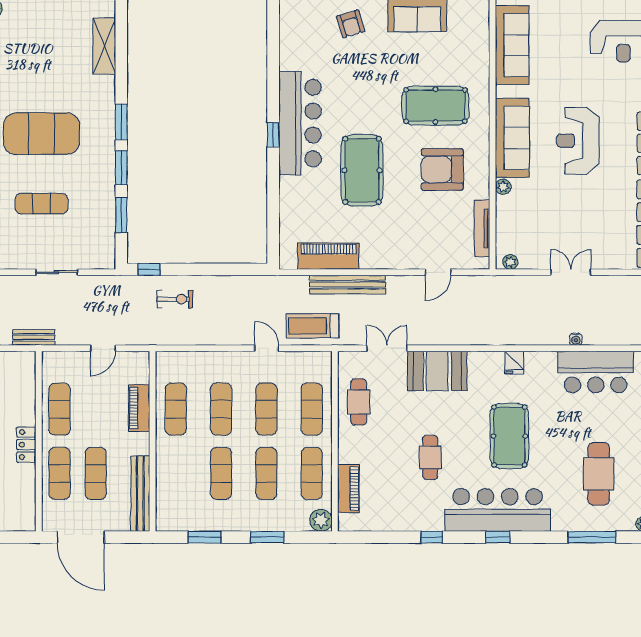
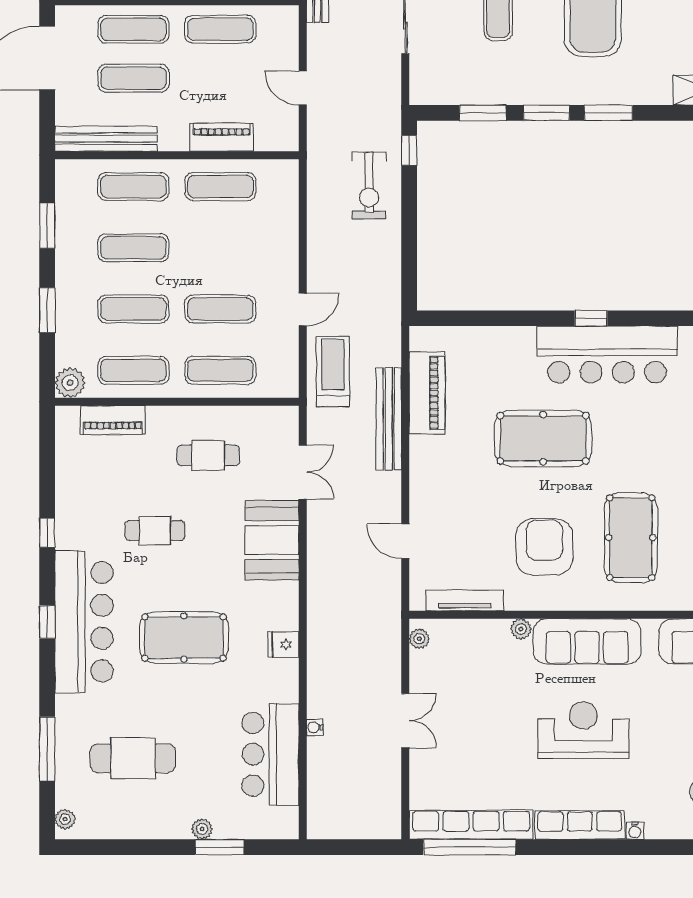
exercise bike: (175, 299) -> (369, 185), width x1.38, depth x1.39
cafe table: (359, 402) -> (208, 455), moved
exercise mat: (221, 409) -> (133, 187), moved

